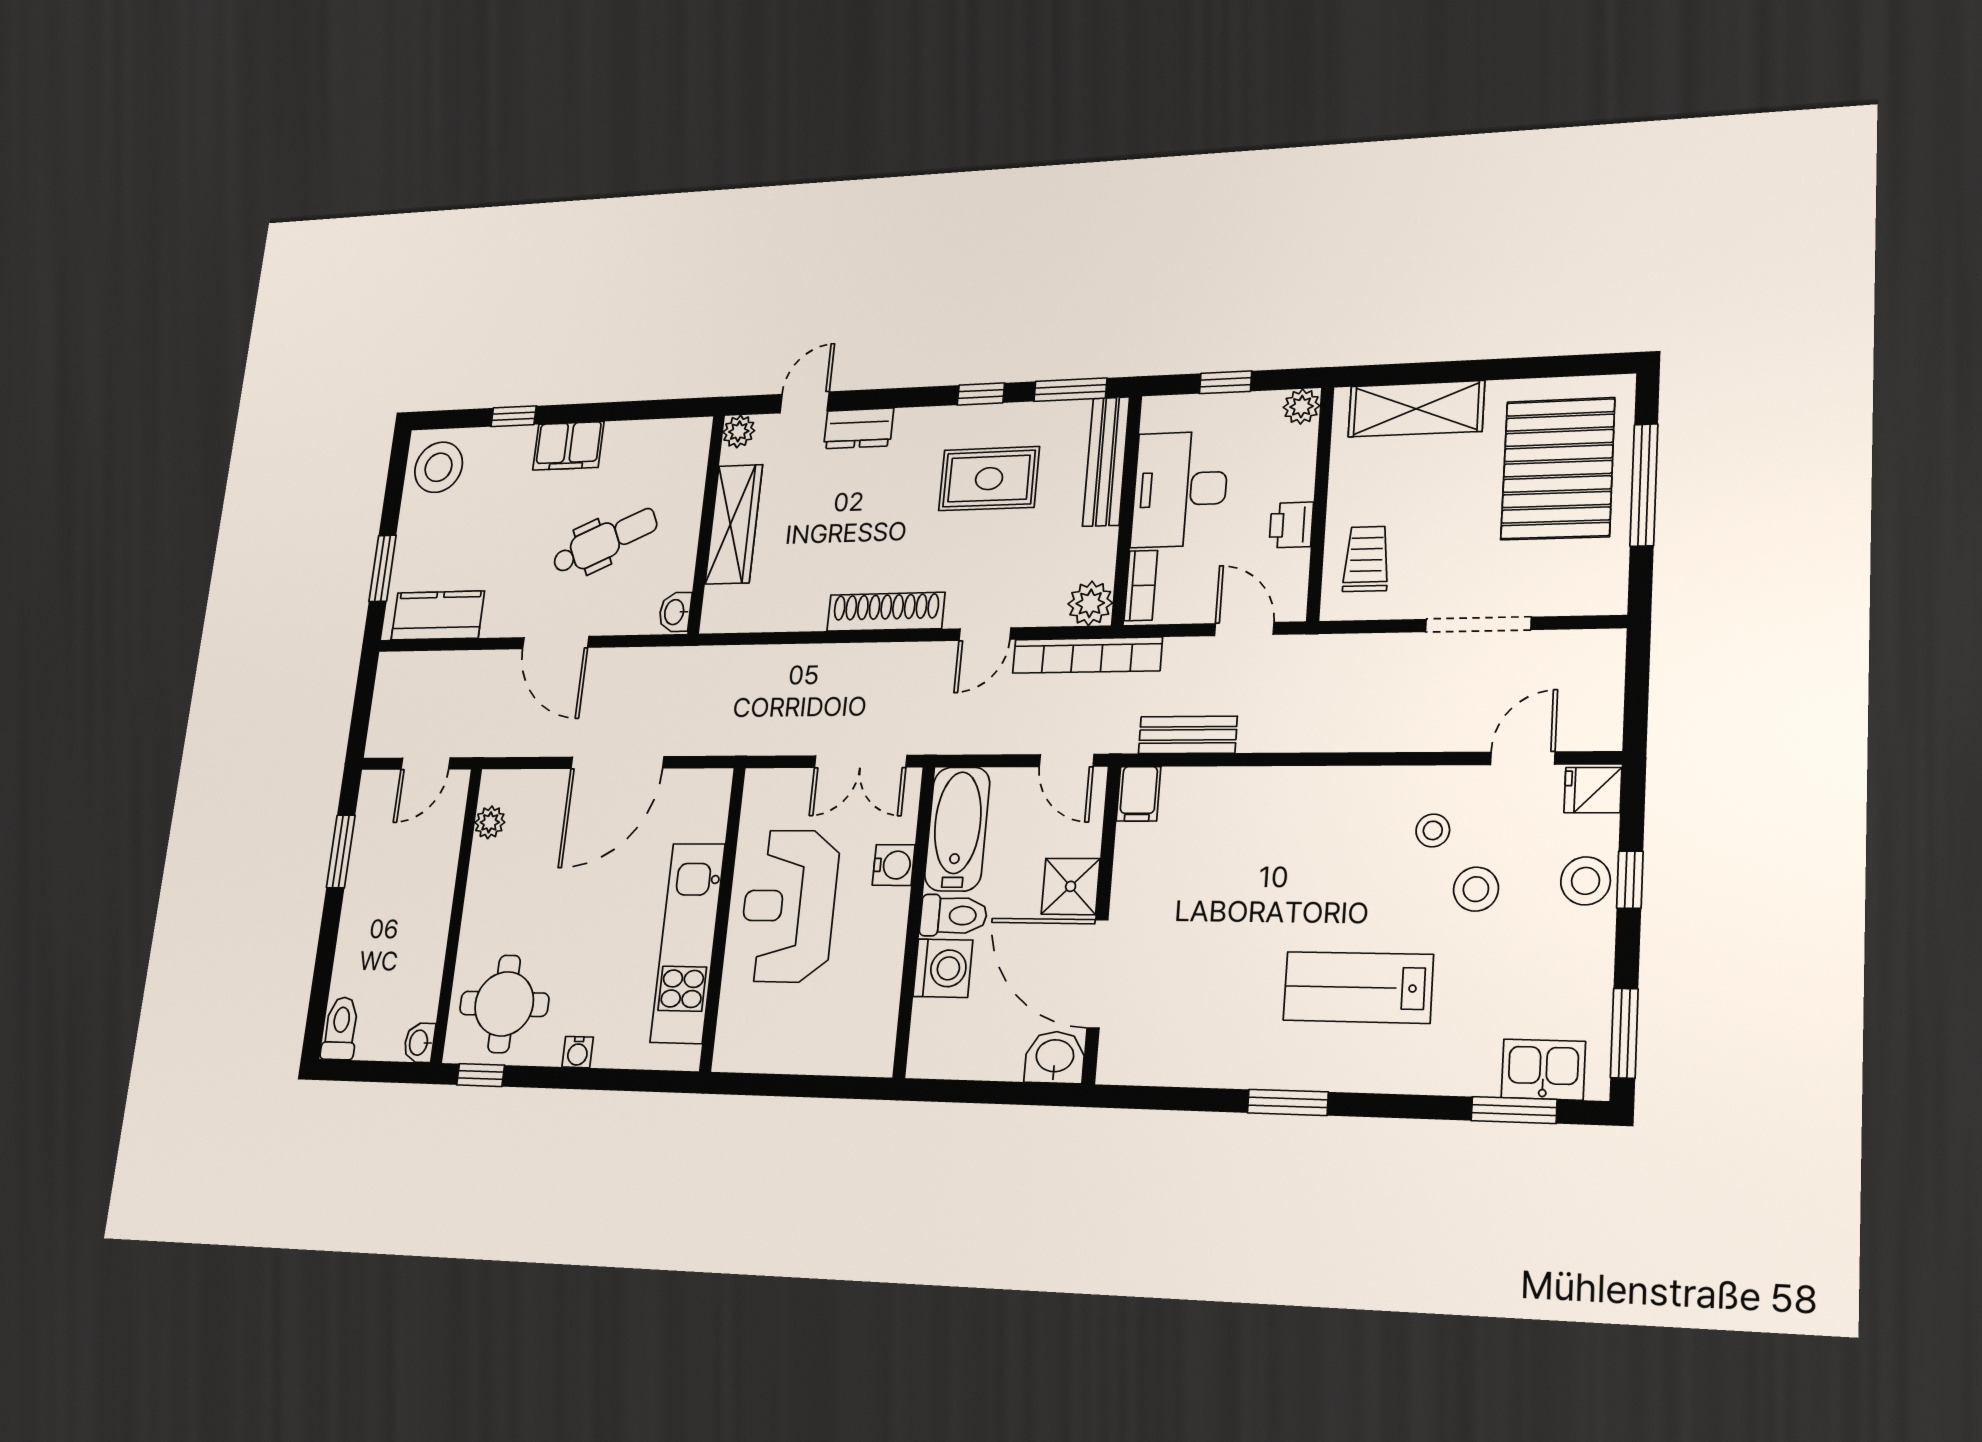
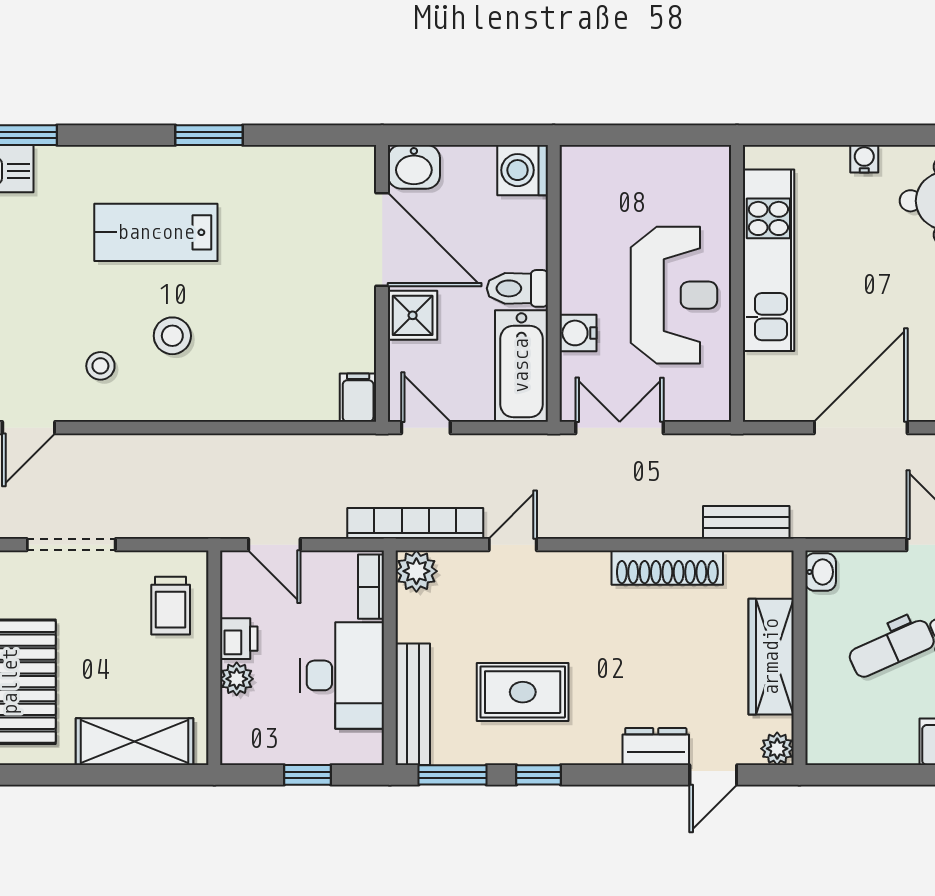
plant: (1302, 407) -> (237, 679), moved
shoe rack: (886, 612) -> (667, 568), moved
bench: (1188, 735) -> (746, 522), moved
stool: (1476, 889) -> (172, 336), moved
washing machine: (943, 968) -> (523, 170), moved
lab bench: (1358, 987) -> (156, 232), turned 180

